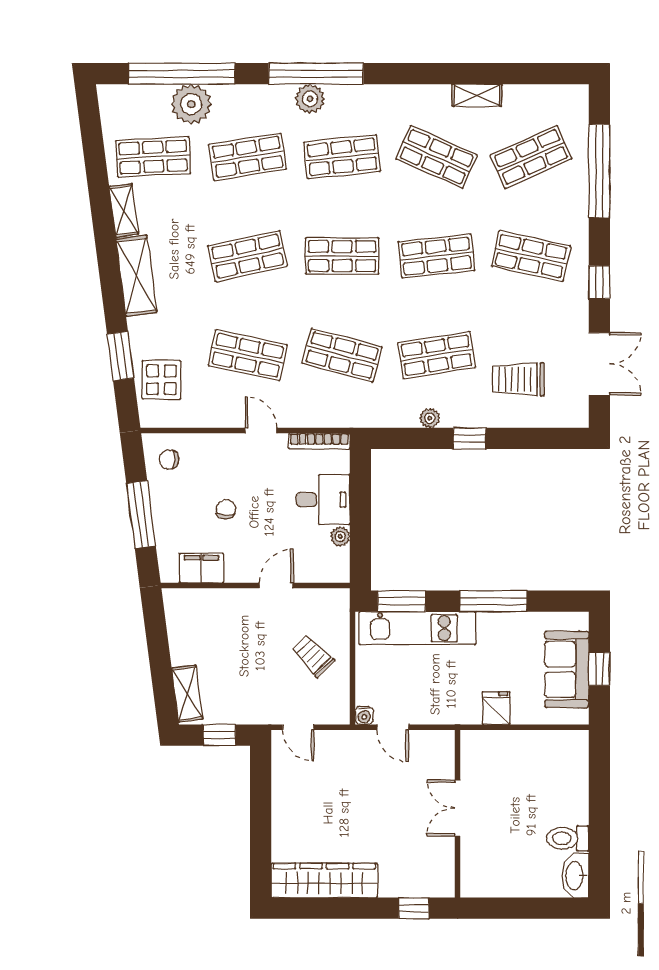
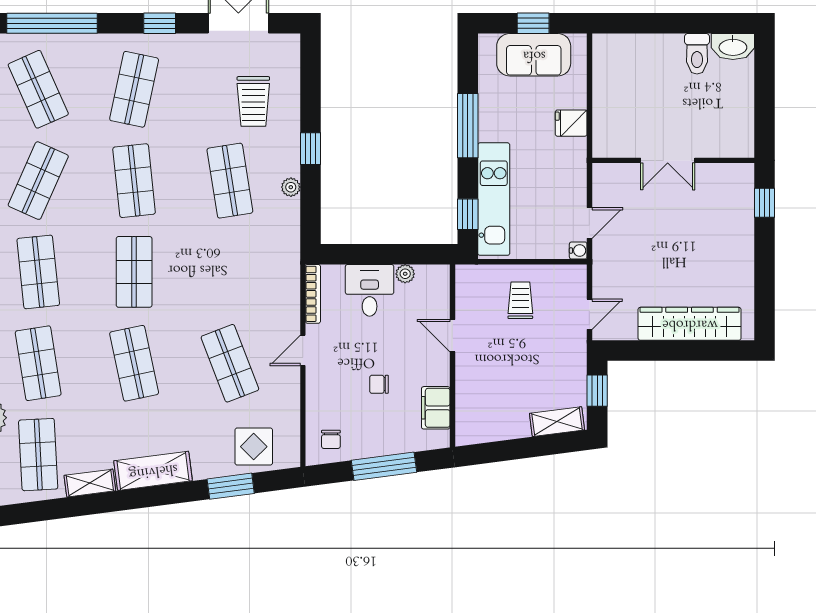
shop shelf: (248, 355) -> (230, 363), turned -33
shop shelf: (342, 355) -> (230, 272), removed
window: (402, 601) -> (468, 214), width x0.67
trolley: (313, 656) -> (520, 300), turned 134
wardrobe: (324, 881) -> (690, 324), moved, turned 90

